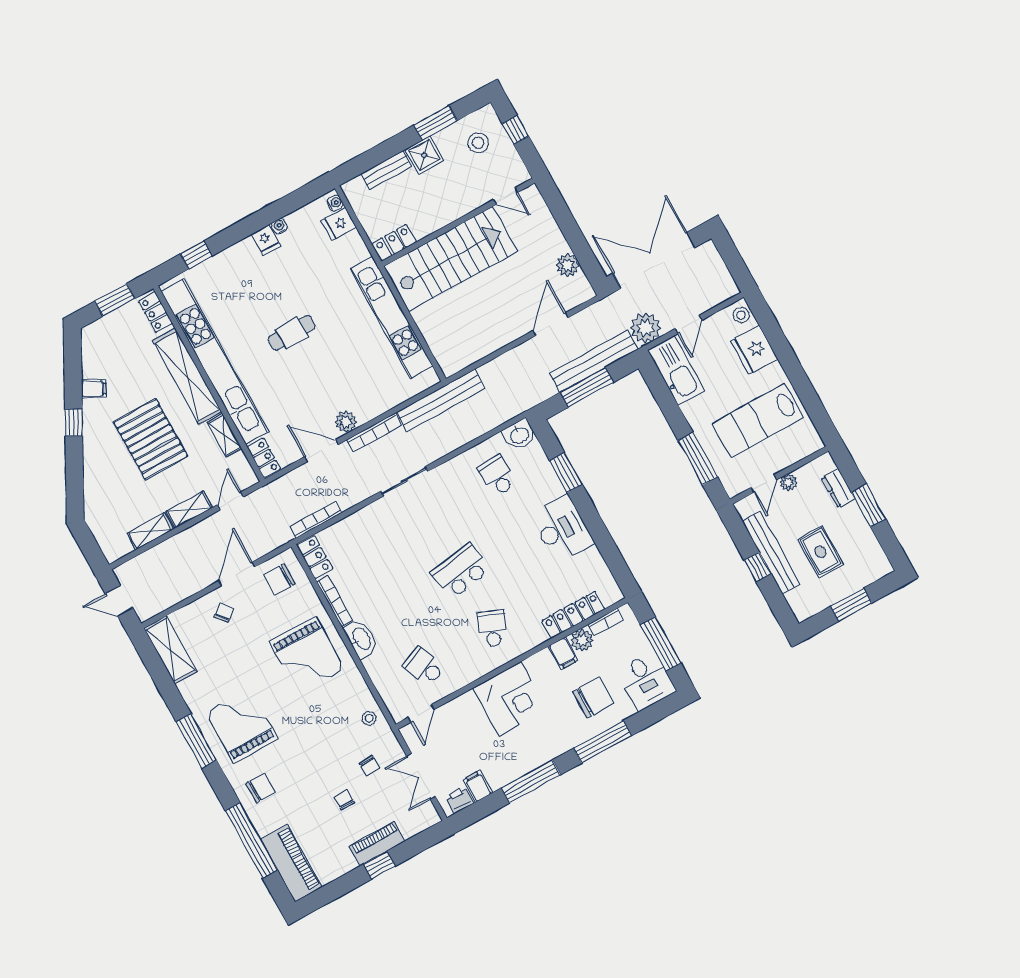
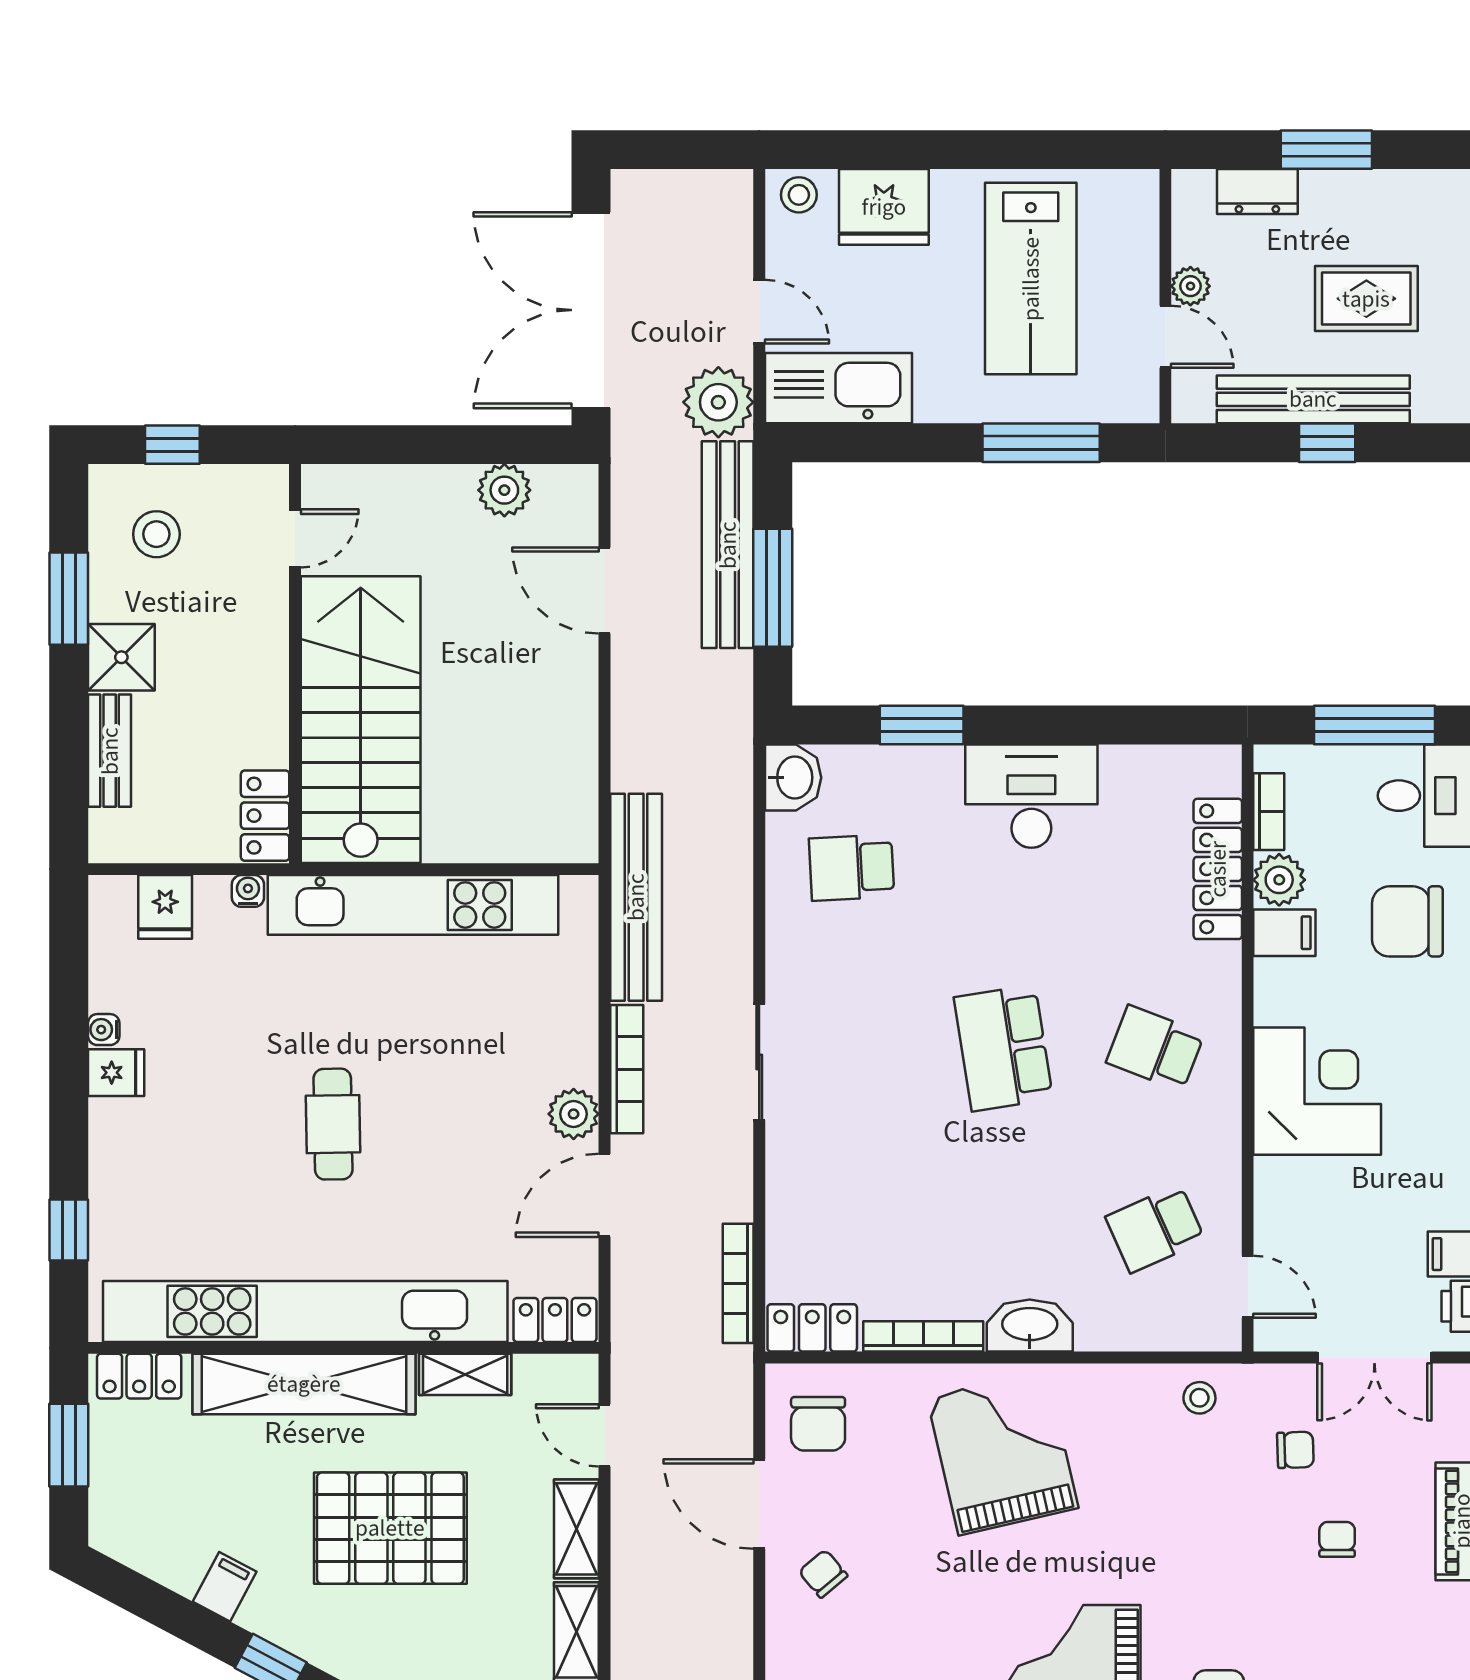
water cooler: (335, 203) -> (248, 891), moved
grand piano: (307, 655) -> (1003, 1453), turned -103
chair: (593, 698) -> (1407, 921), turned -90
chair: (344, 800) -> (1337, 1539), turned 90

